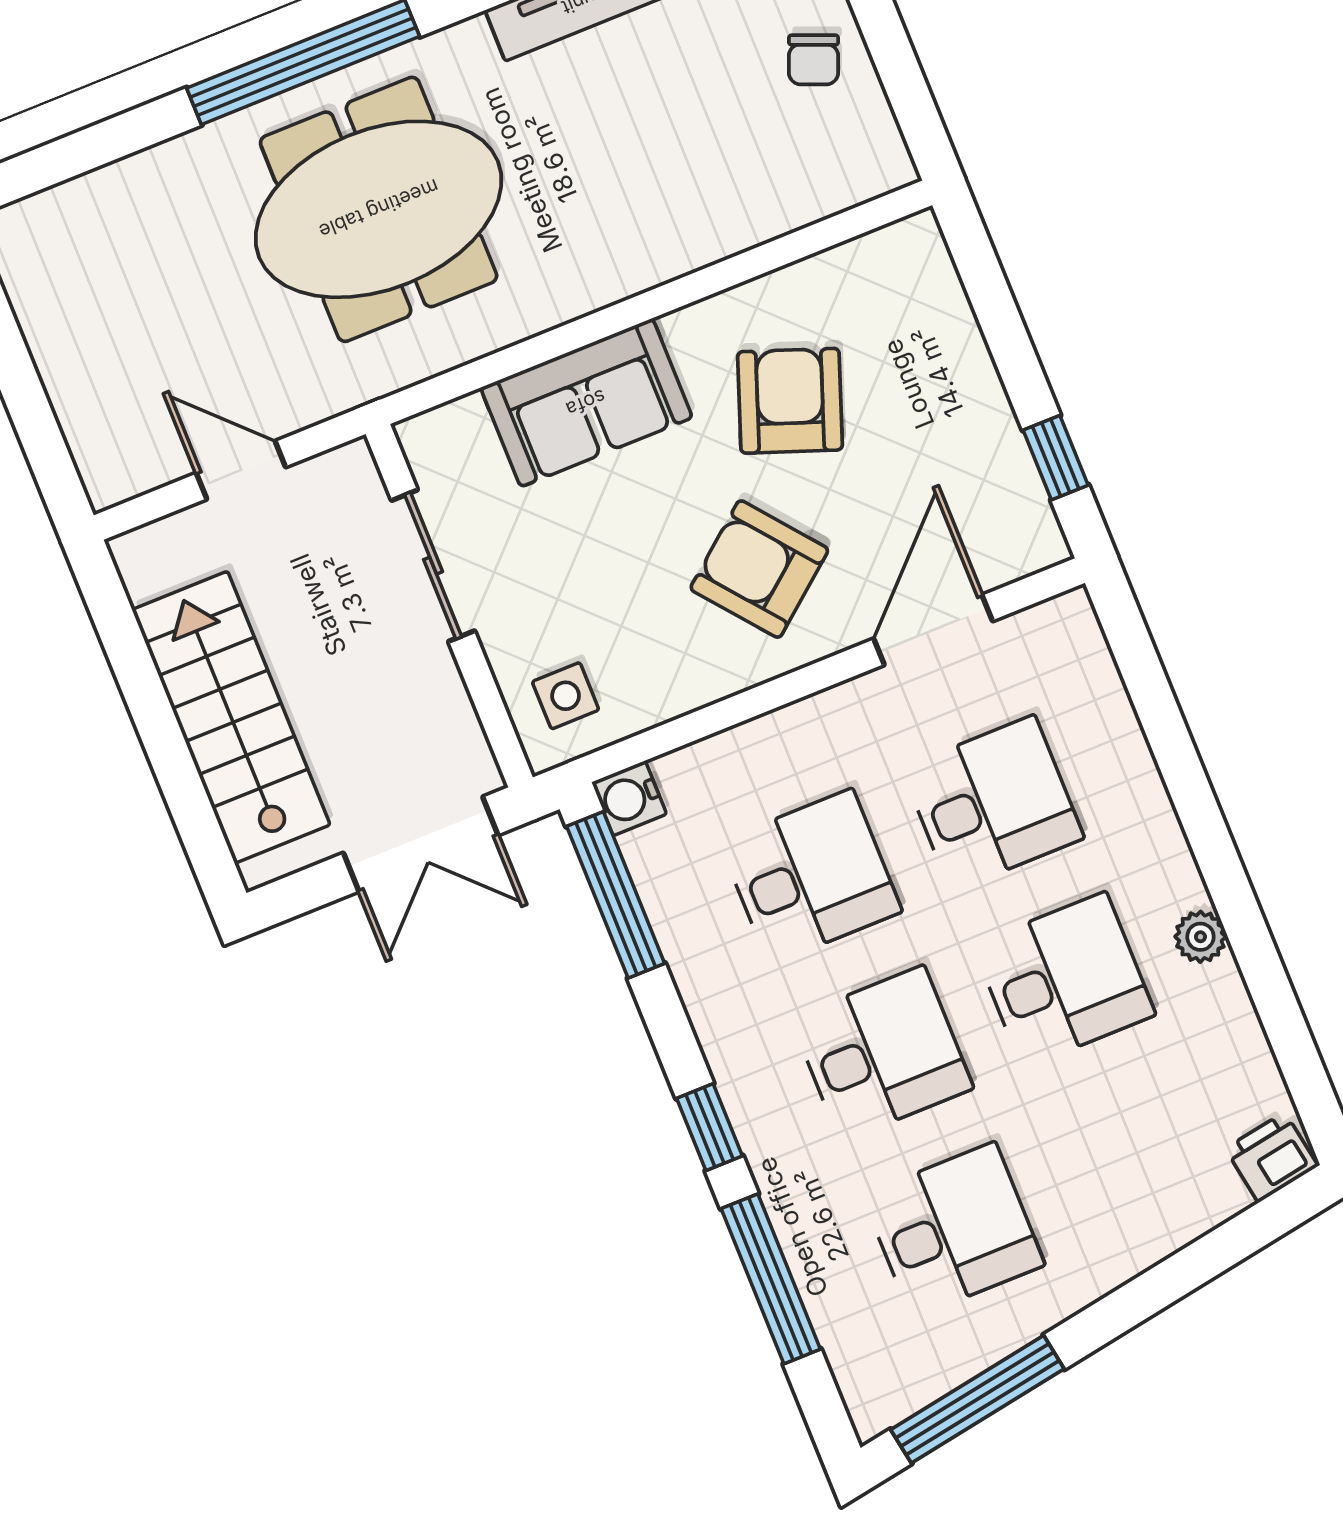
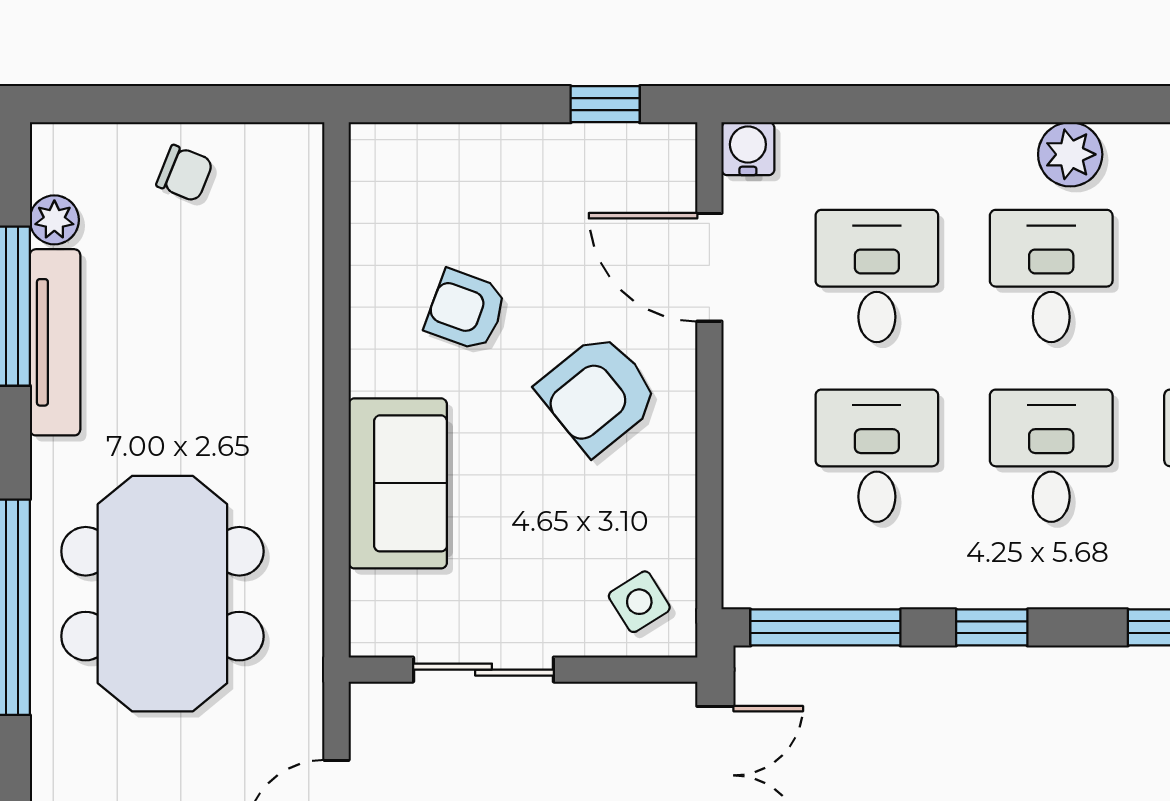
armchair: (790, 401) -> (466, 310), width x0.72, depth x0.72
side table: (566, 696) -> (639, 602), turned -32
water cooler: (629, 798) -> (748, 149), moved, turned 180
plant: (1200, 937) -> (1070, 154), width x1.38, depth x1.38
window: (710, 1127) -> (992, 627), moved

